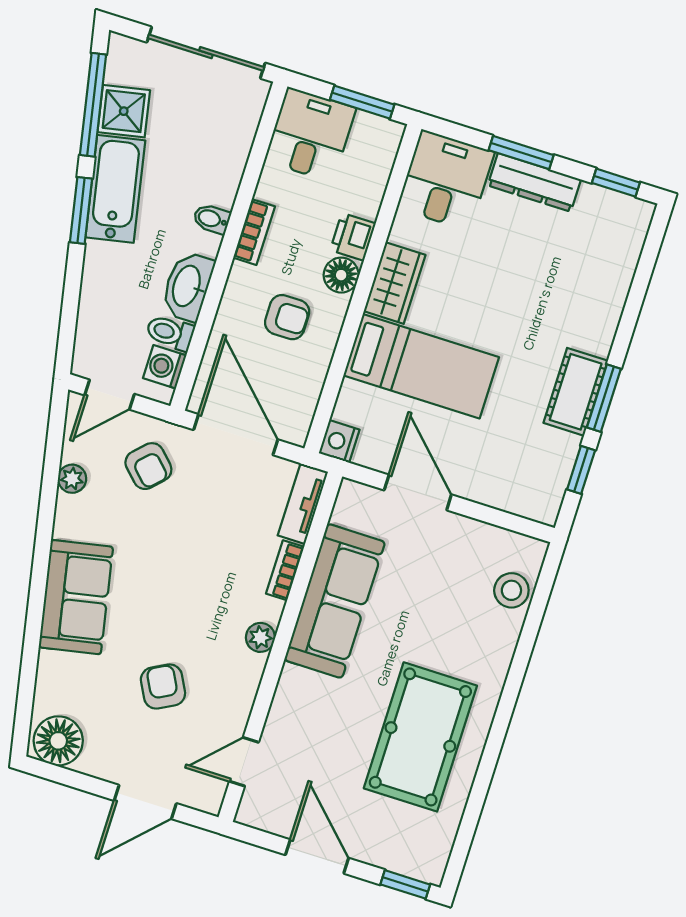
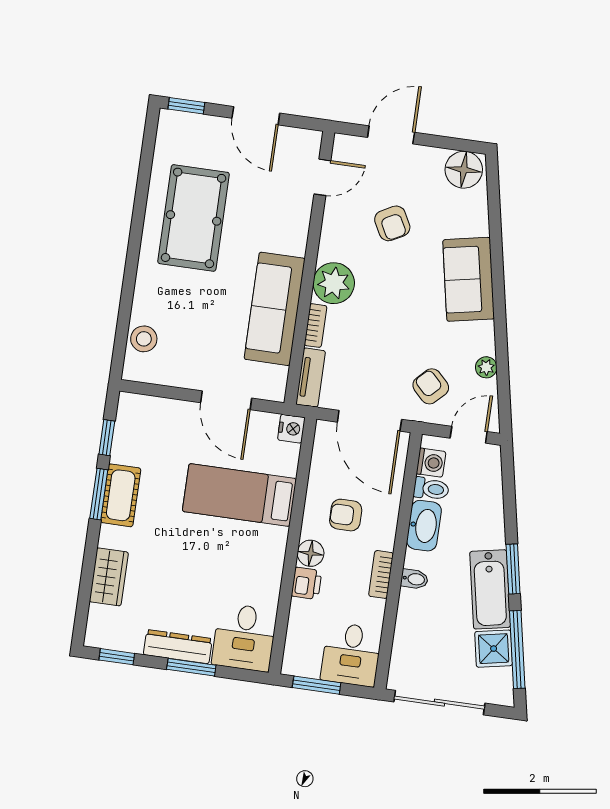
wardrobe: (395, 283) -> (109, 577), moved, turned 180
plant: (260, 637) -> (334, 283), width x1.88, depth x1.88

